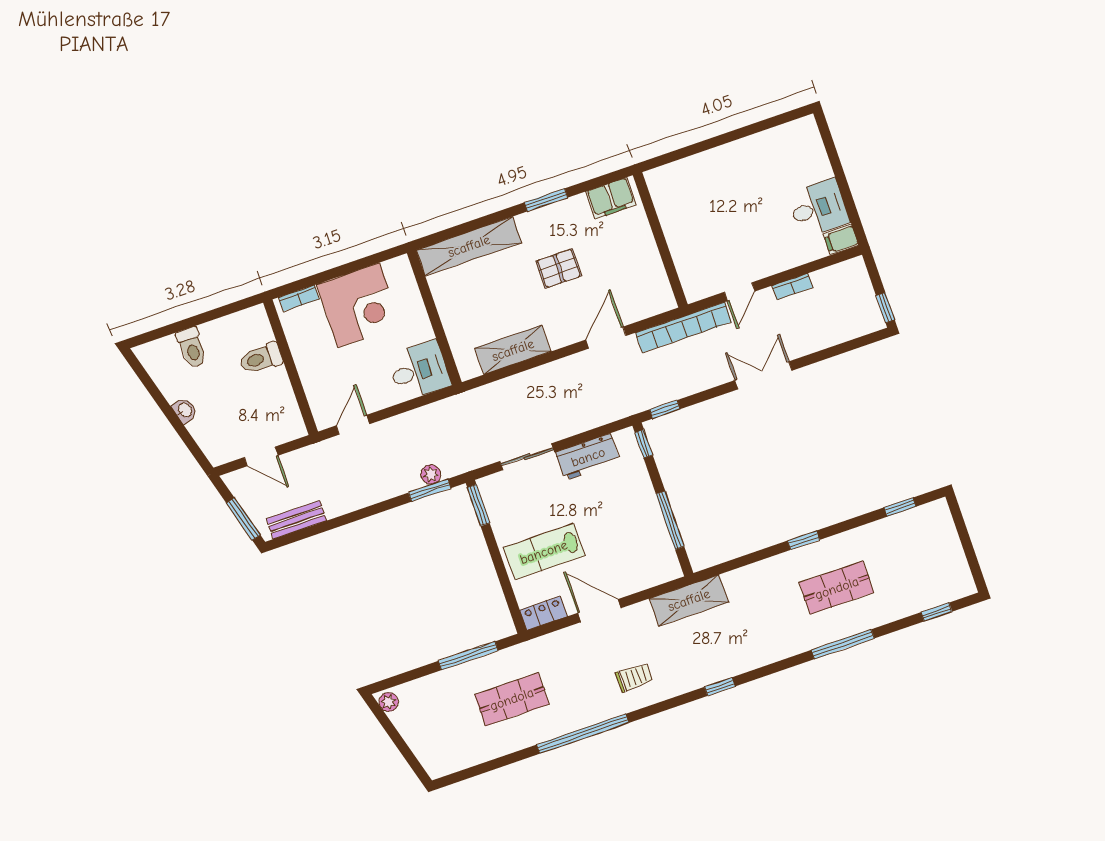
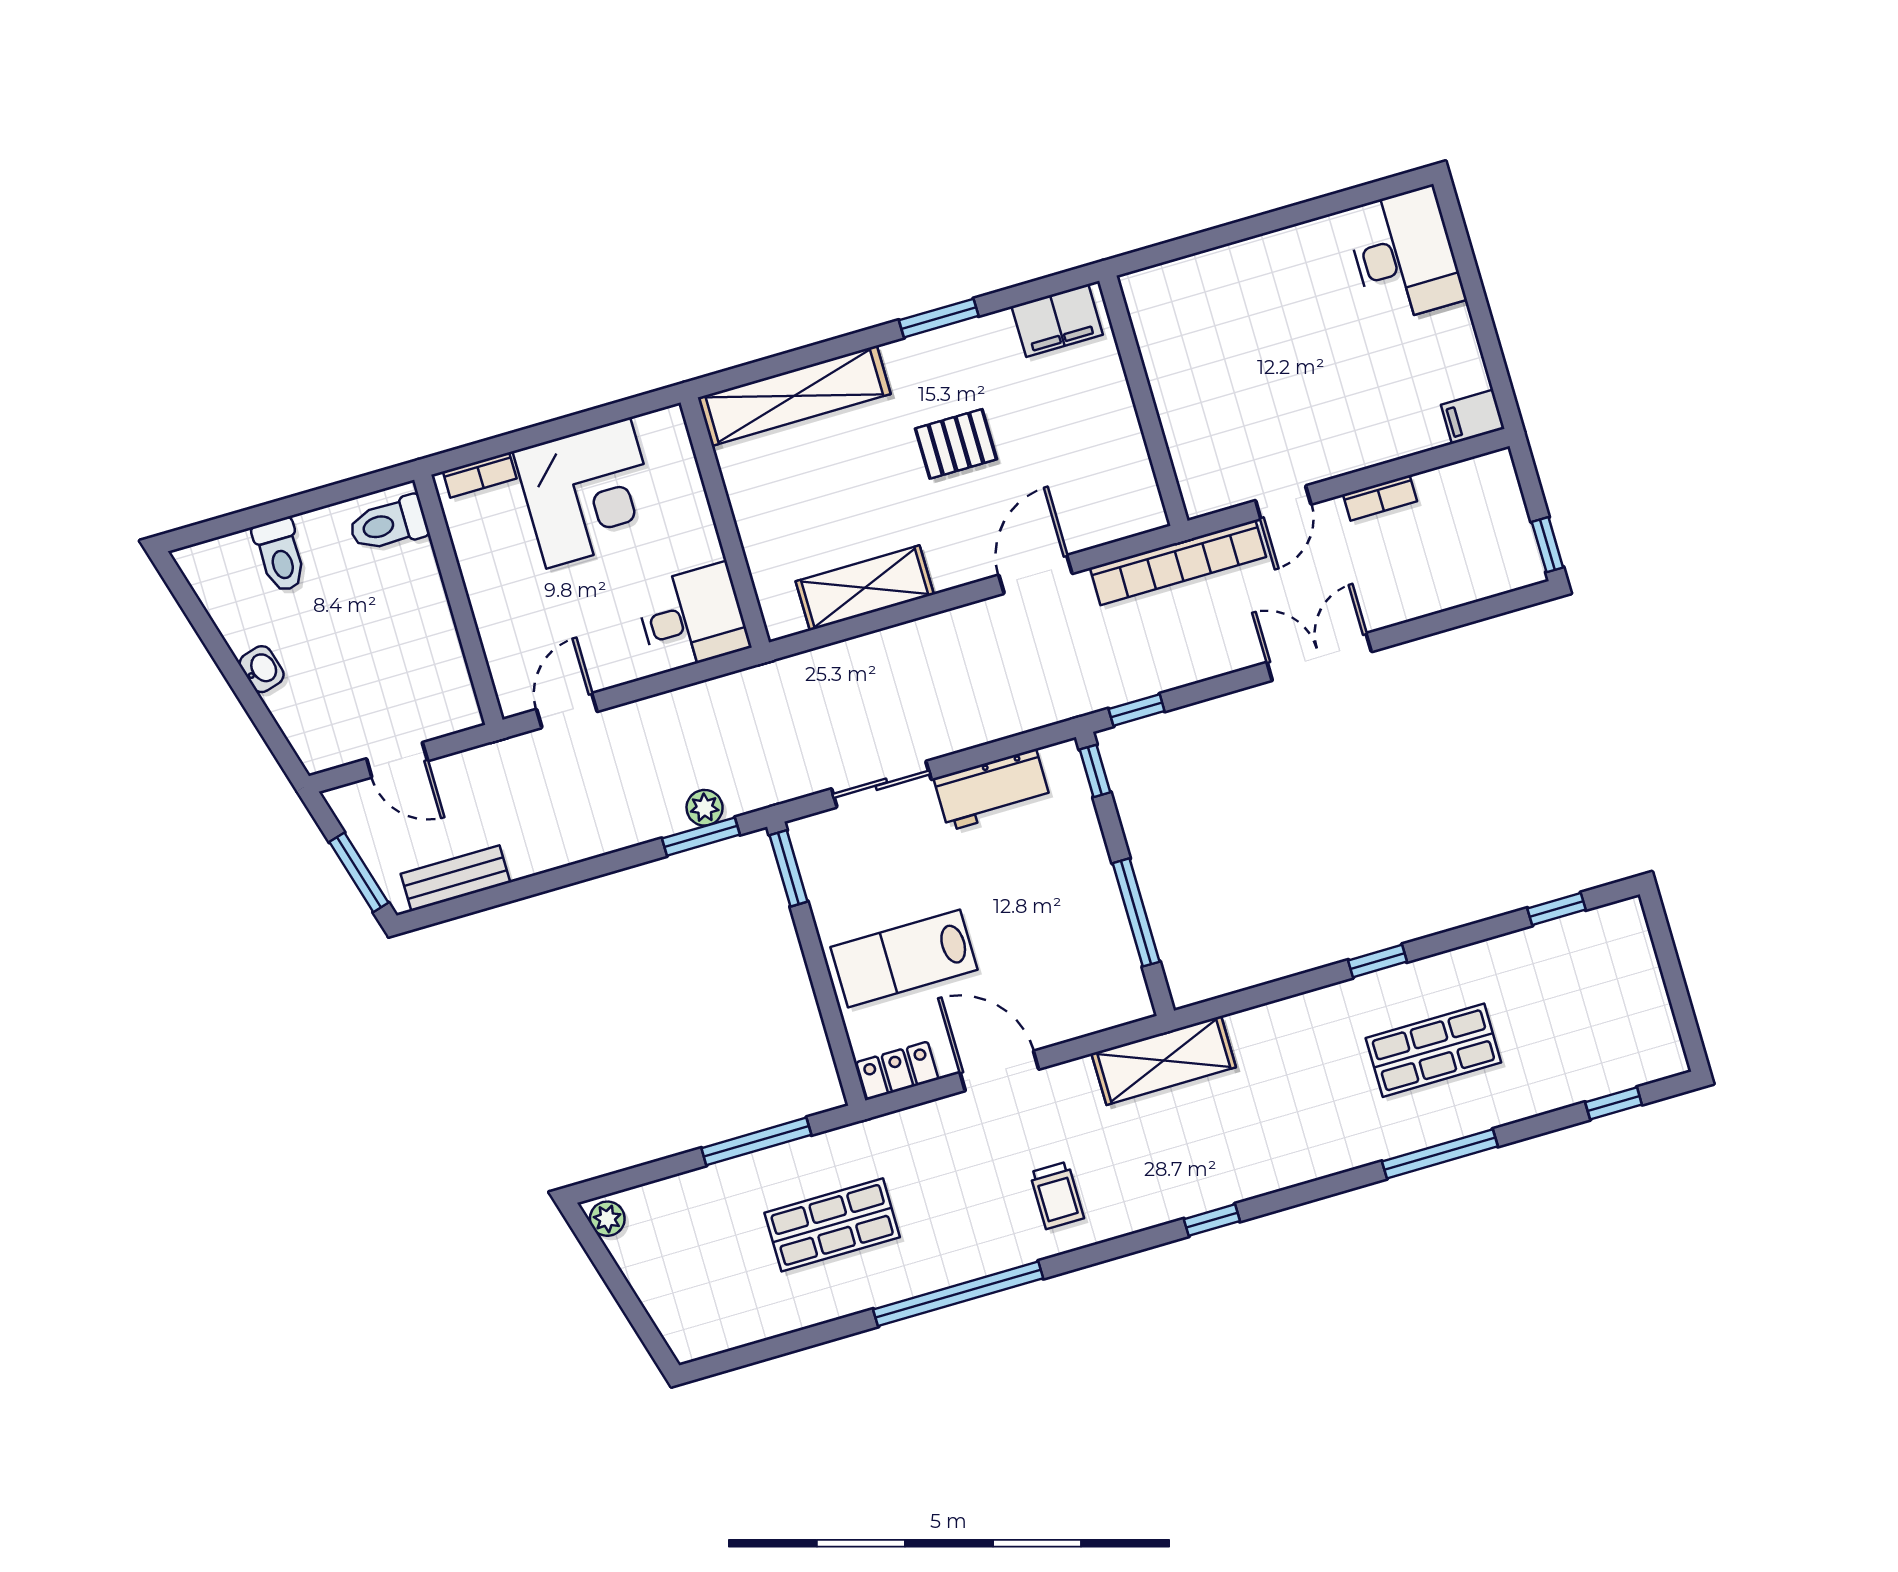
desk: (818, 208) -> (1405, 255), moved, width x1.37
toilet: (261, 358) -> (388, 524), moved
trolley: (634, 677) -> (1057, 1195), turned 90

